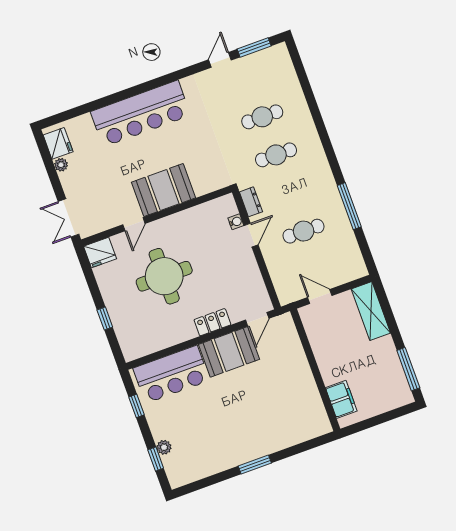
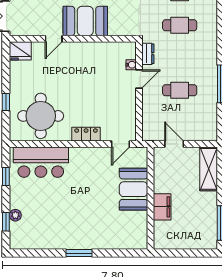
round table: (164, 276) -> (41, 116), moved
booth: (229, 352) -> (134, 189), moved, turned 90
filing cabinet: (341, 399) -> (162, 207), moved

